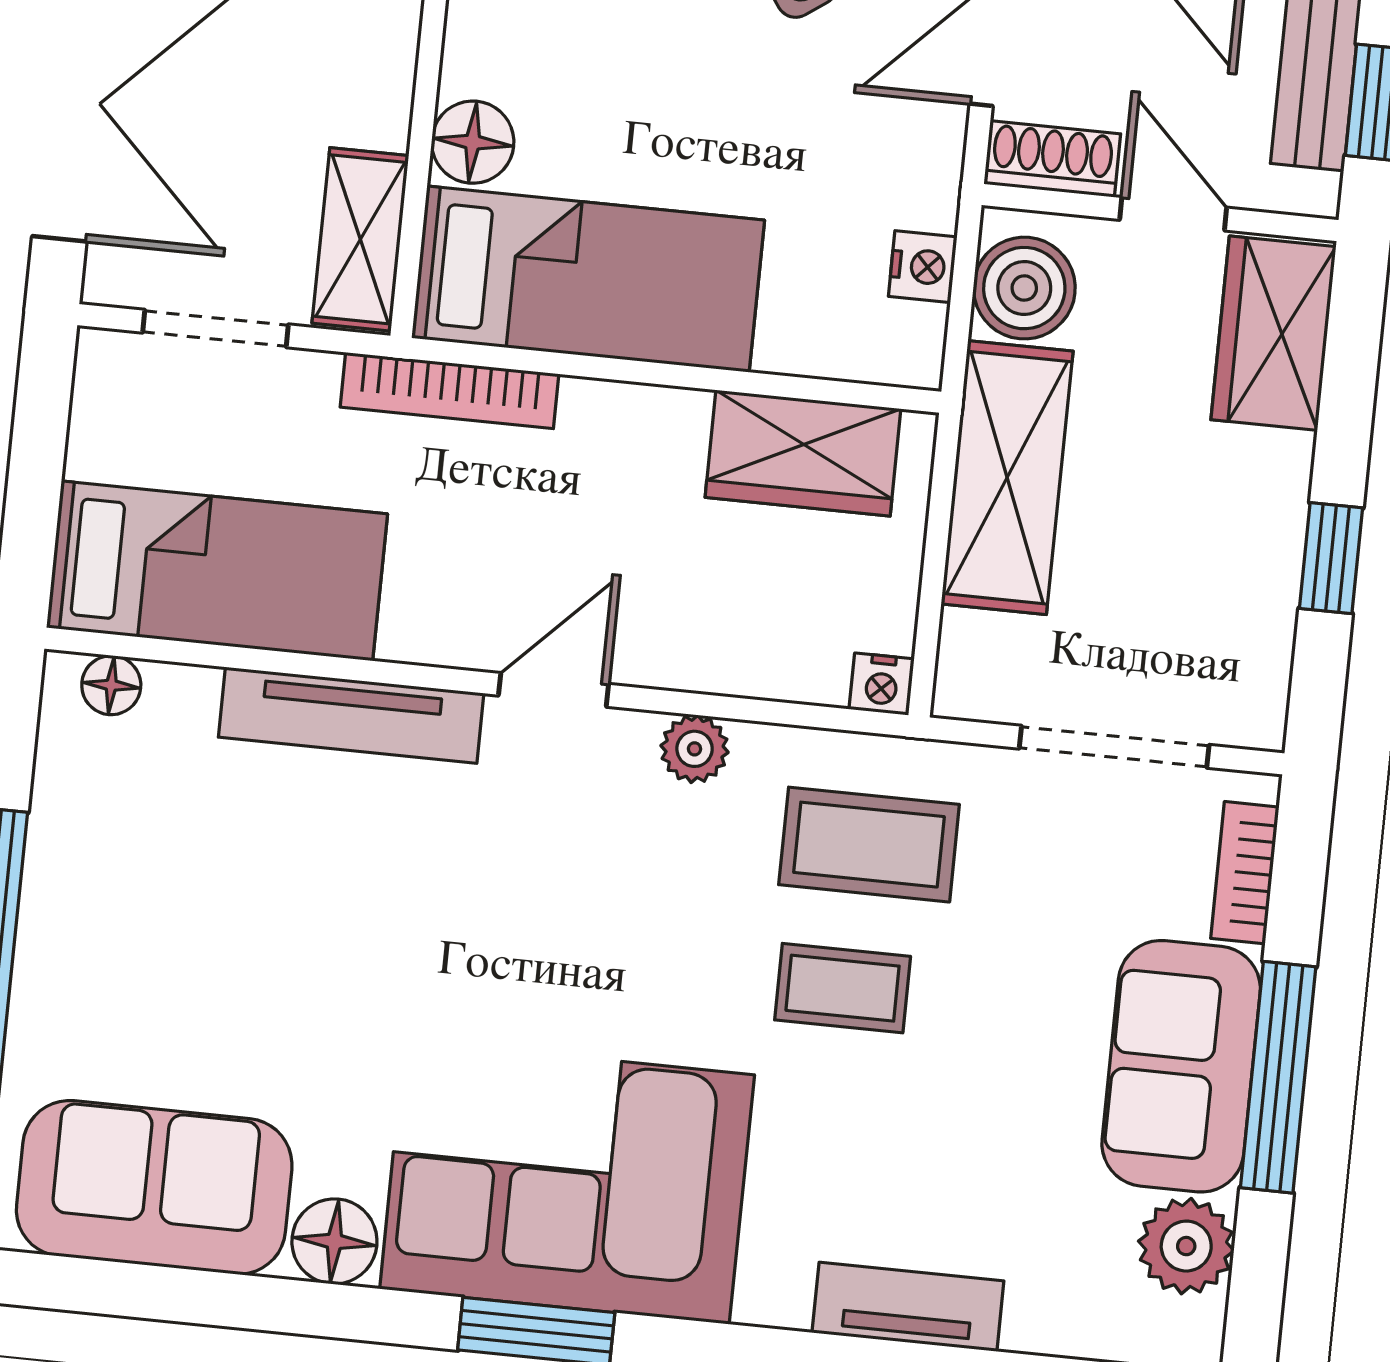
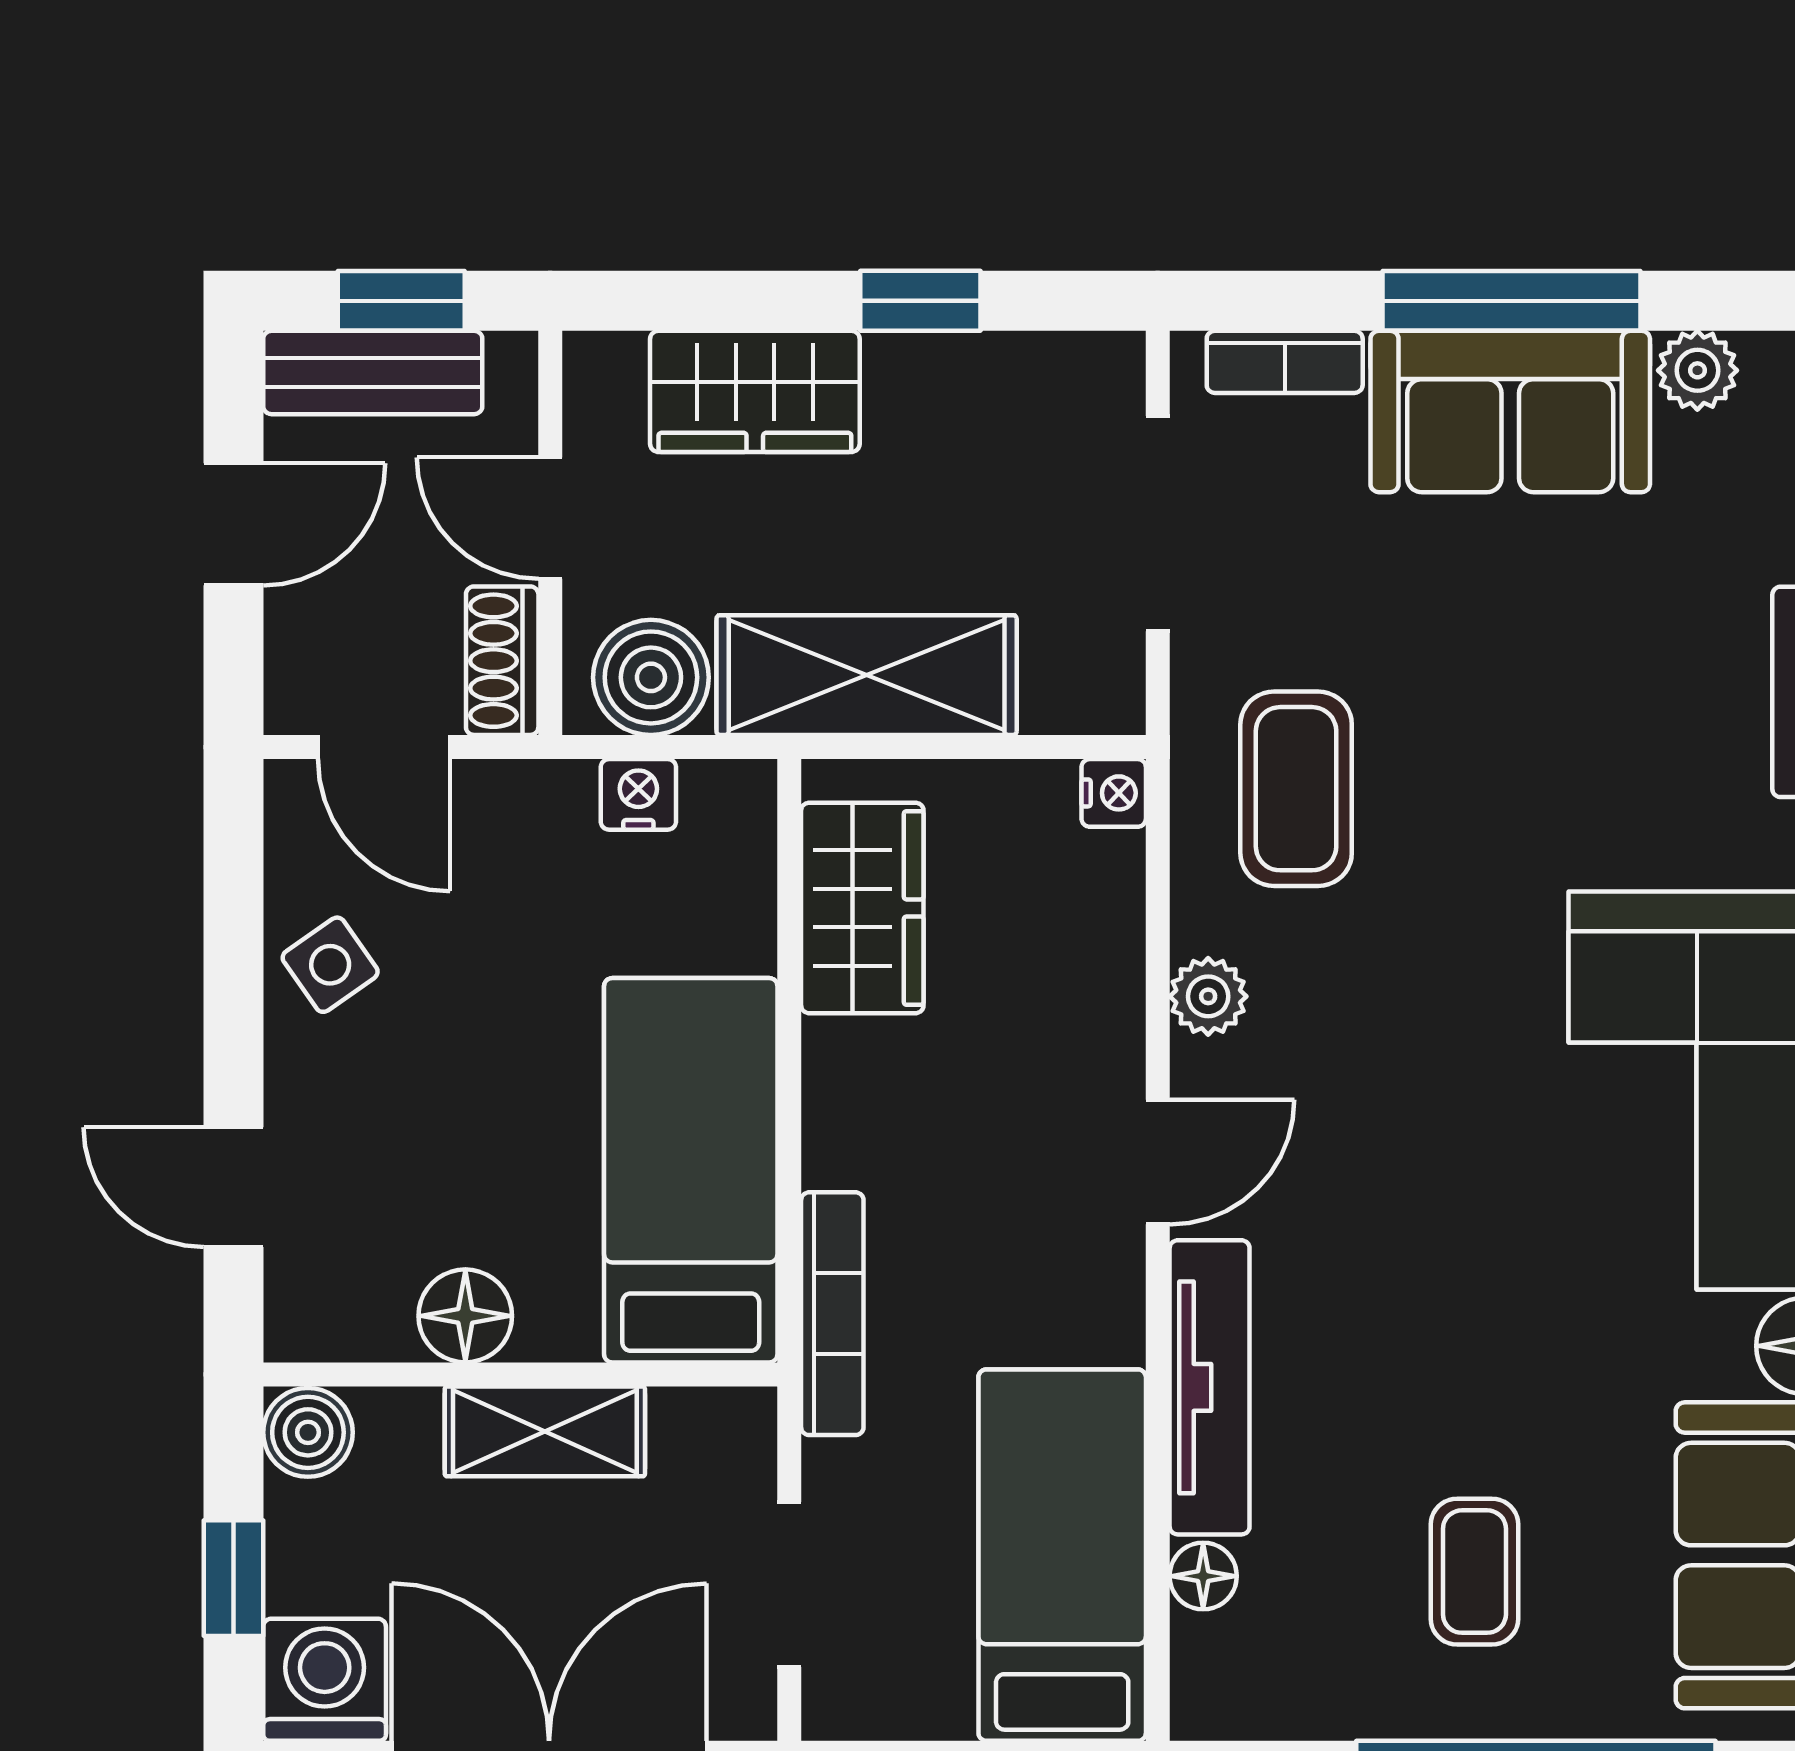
floor lamp: (473, 142) -> (465, 1316), moved
door: (1173, 214) -> (550, 518), hinge flipped
shelving: (360, 239) -> (545, 1431), moved
wardrobe: (1273, 333) -> (755, 391), moved
floor lamp: (111, 685) -> (1203, 1576), moved
door: (554, 690) -> (1158, 1162), swing flipped
coffee table: (843, 988) -> (1474, 1572), moved
plant: (1186, 1246) -> (1697, 370), width x0.73, depth x0.73

